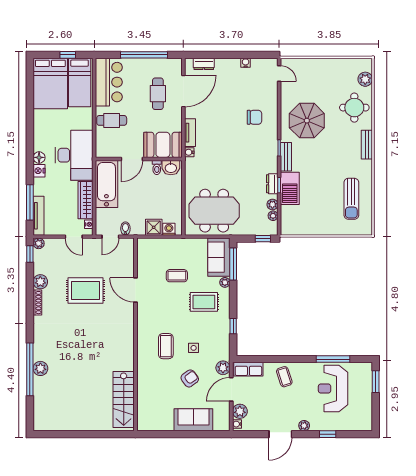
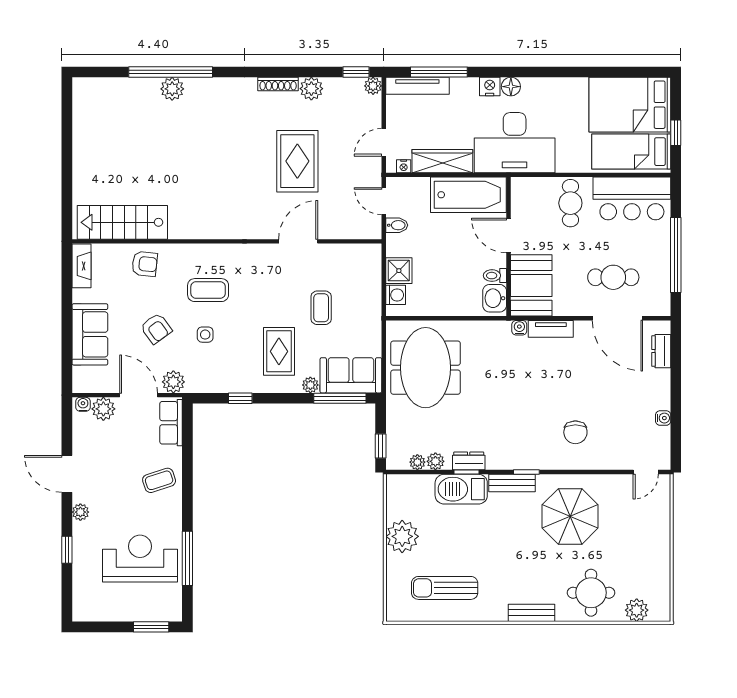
plant: (319, 225) -> (402, 536), added
armchair: (149, 386) -> (145, 264), added
fireplace: (151, 425) -> (81, 266), added

